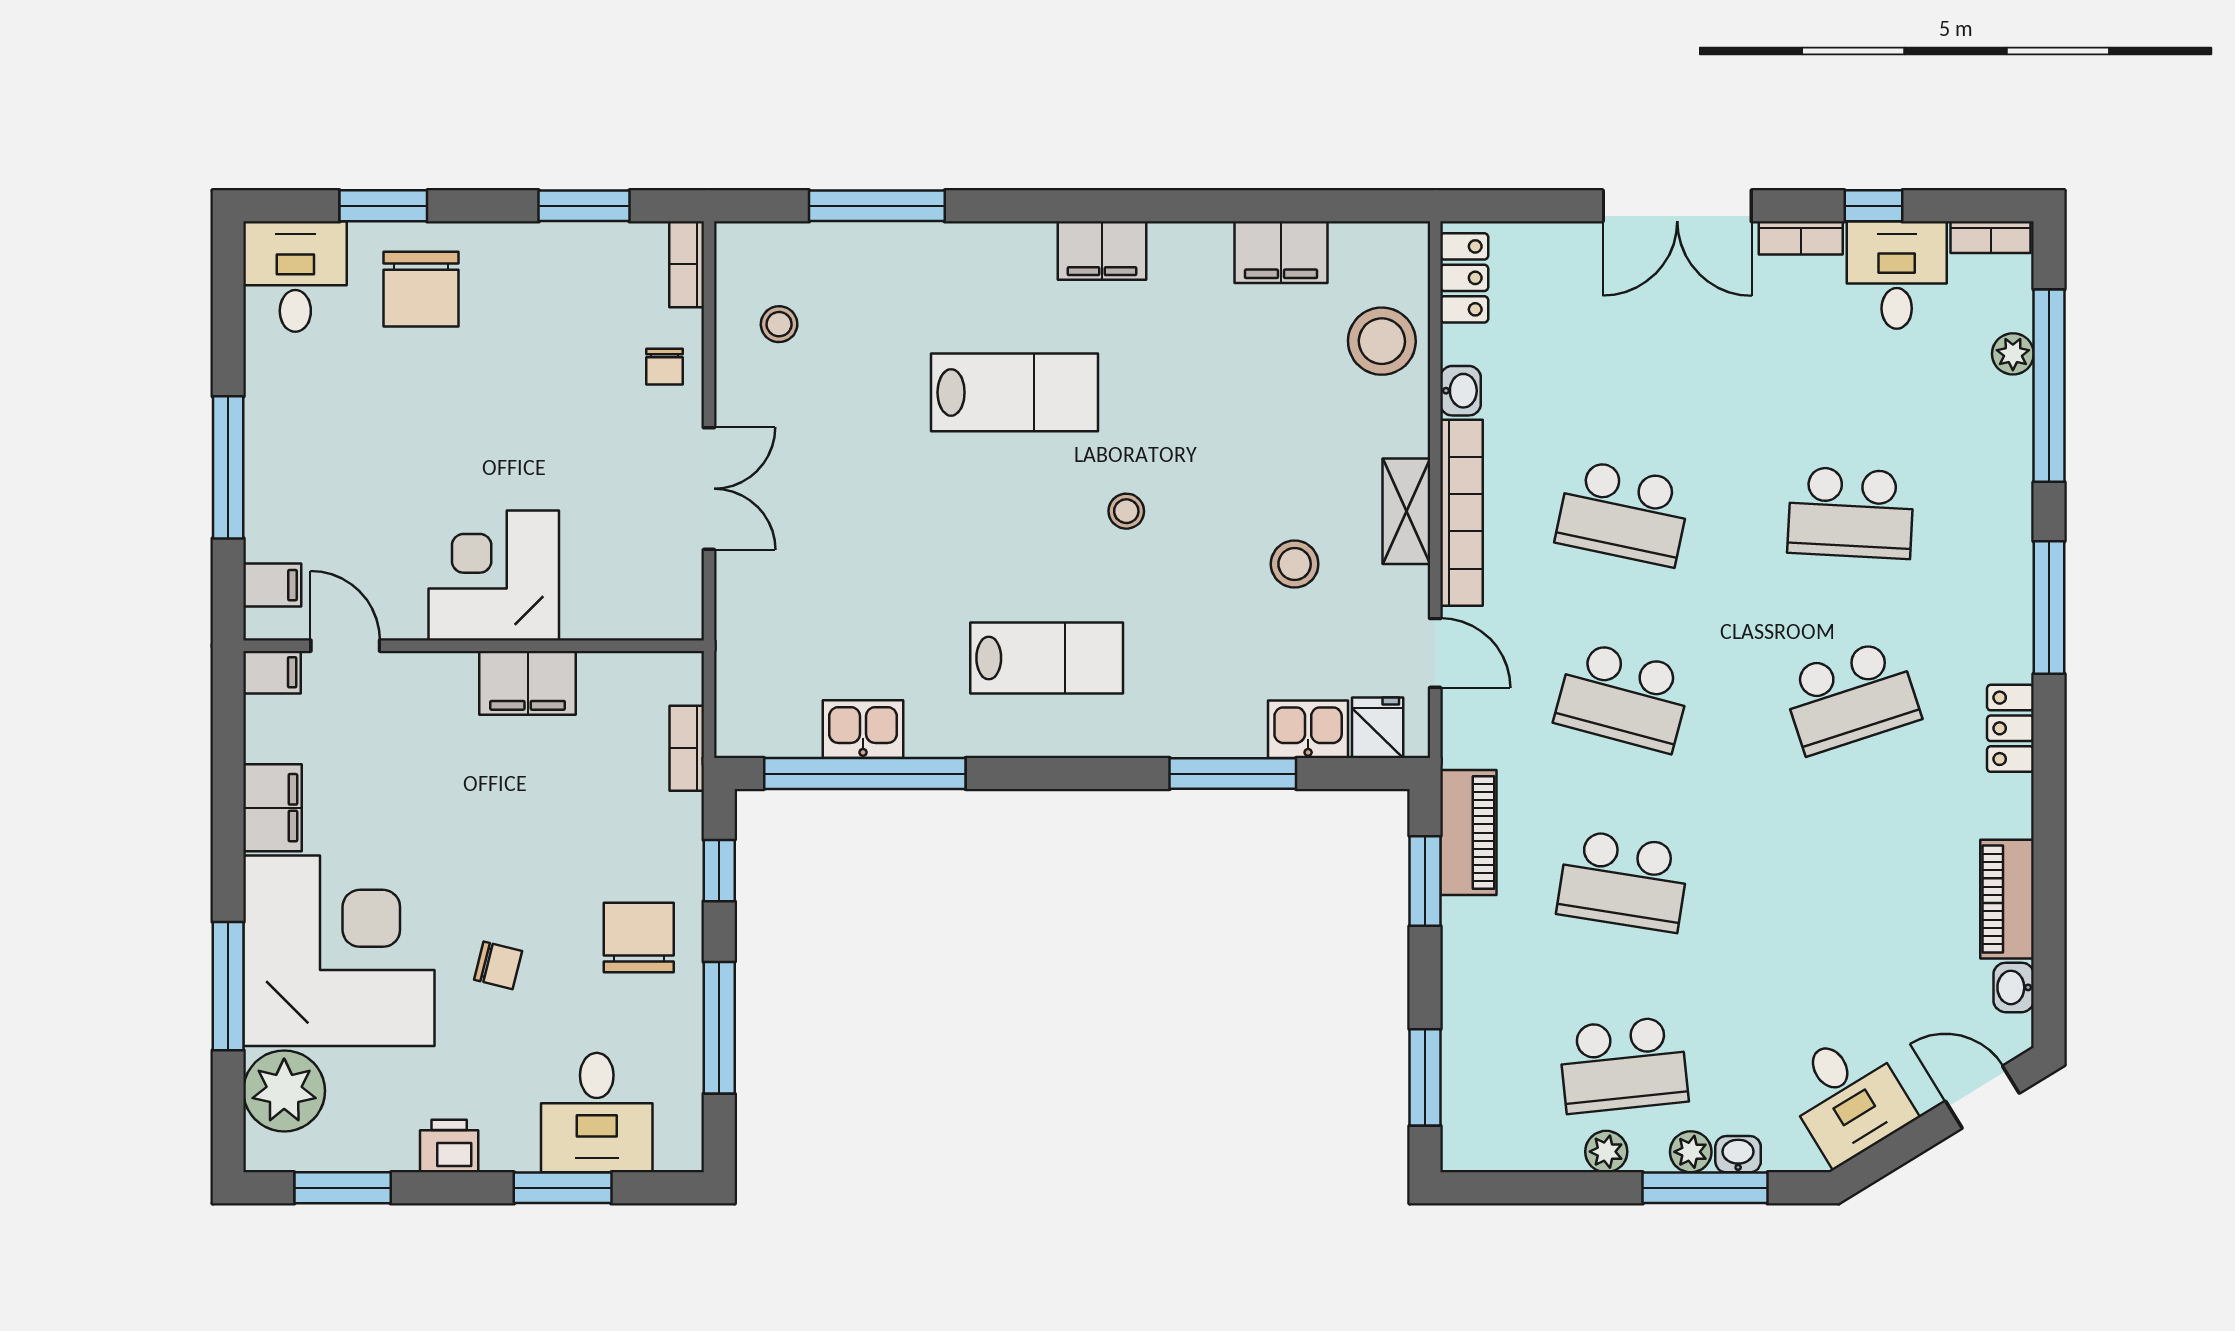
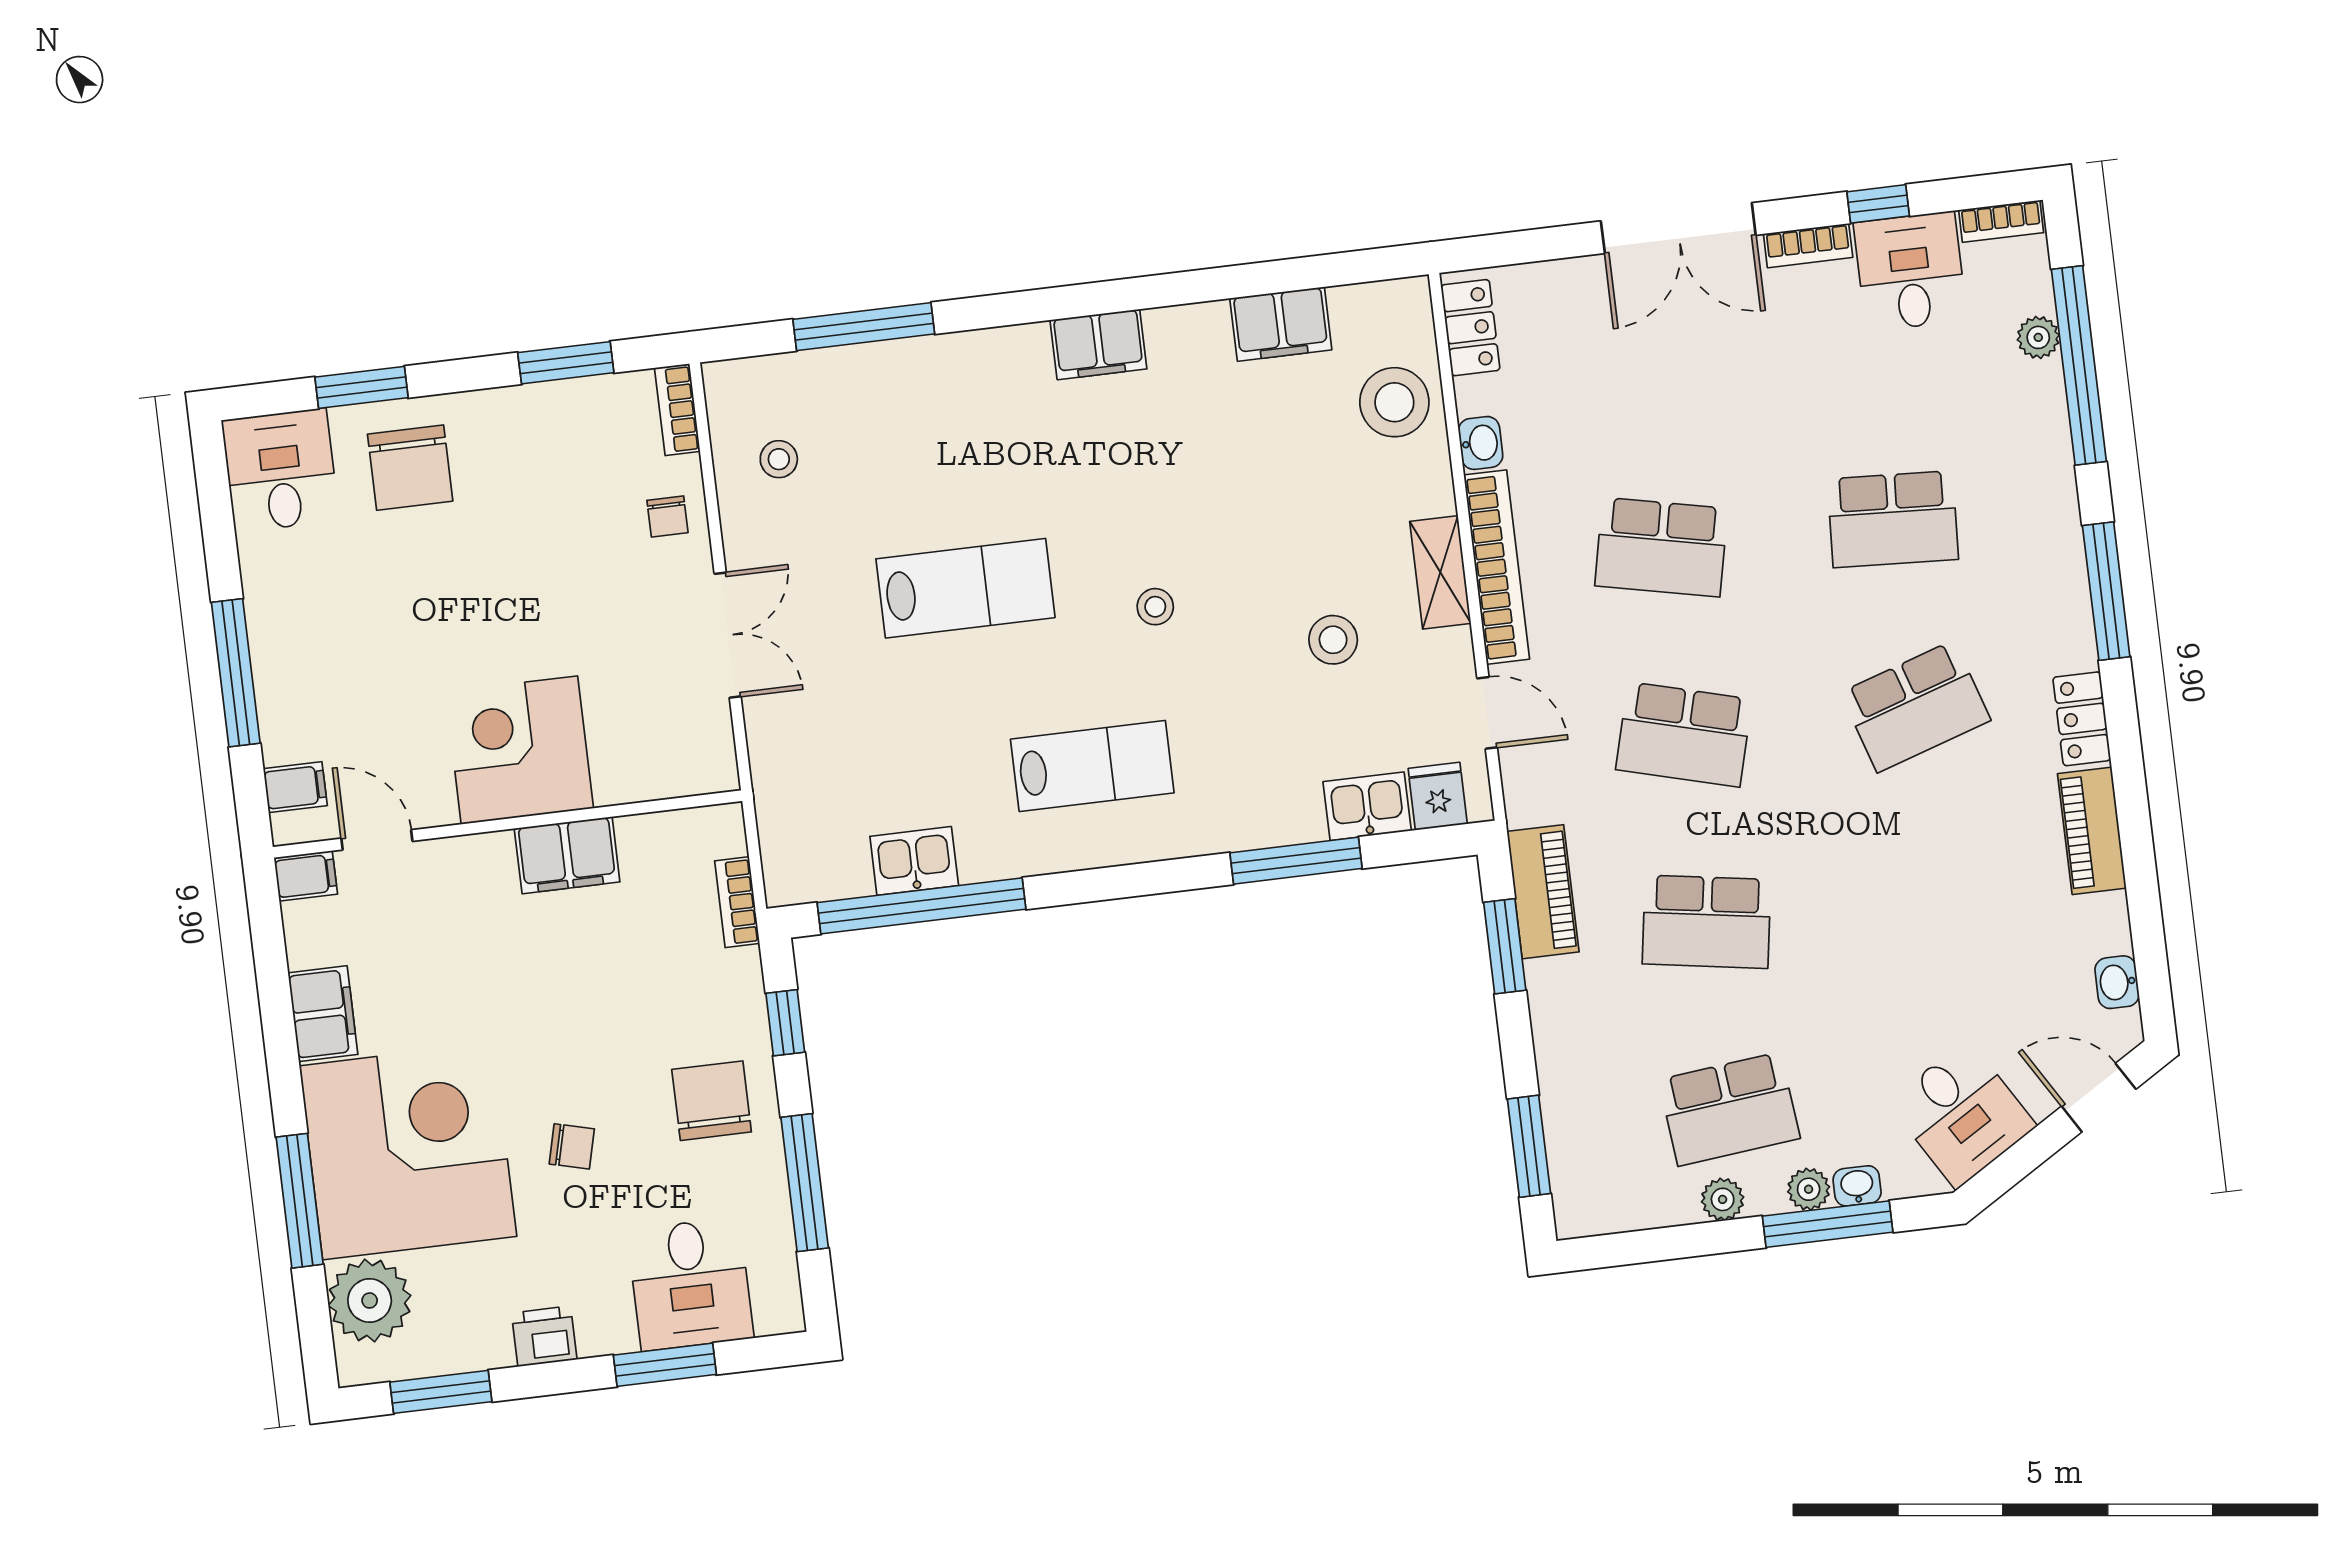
lab bench: (1014, 392) -> (965, 588), moved
piano: (2007, 899) -> (2092, 831), moved

